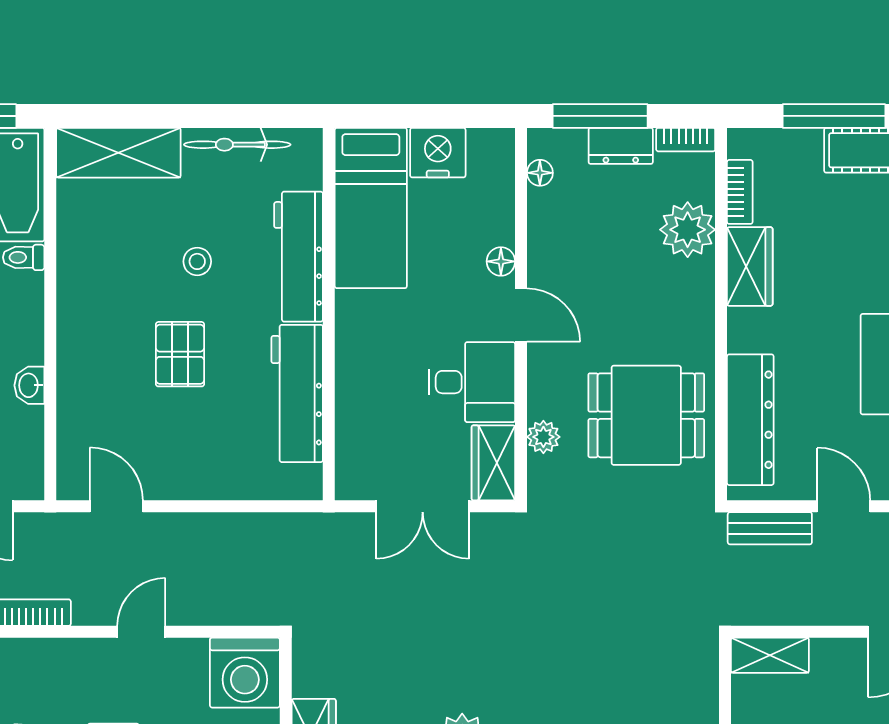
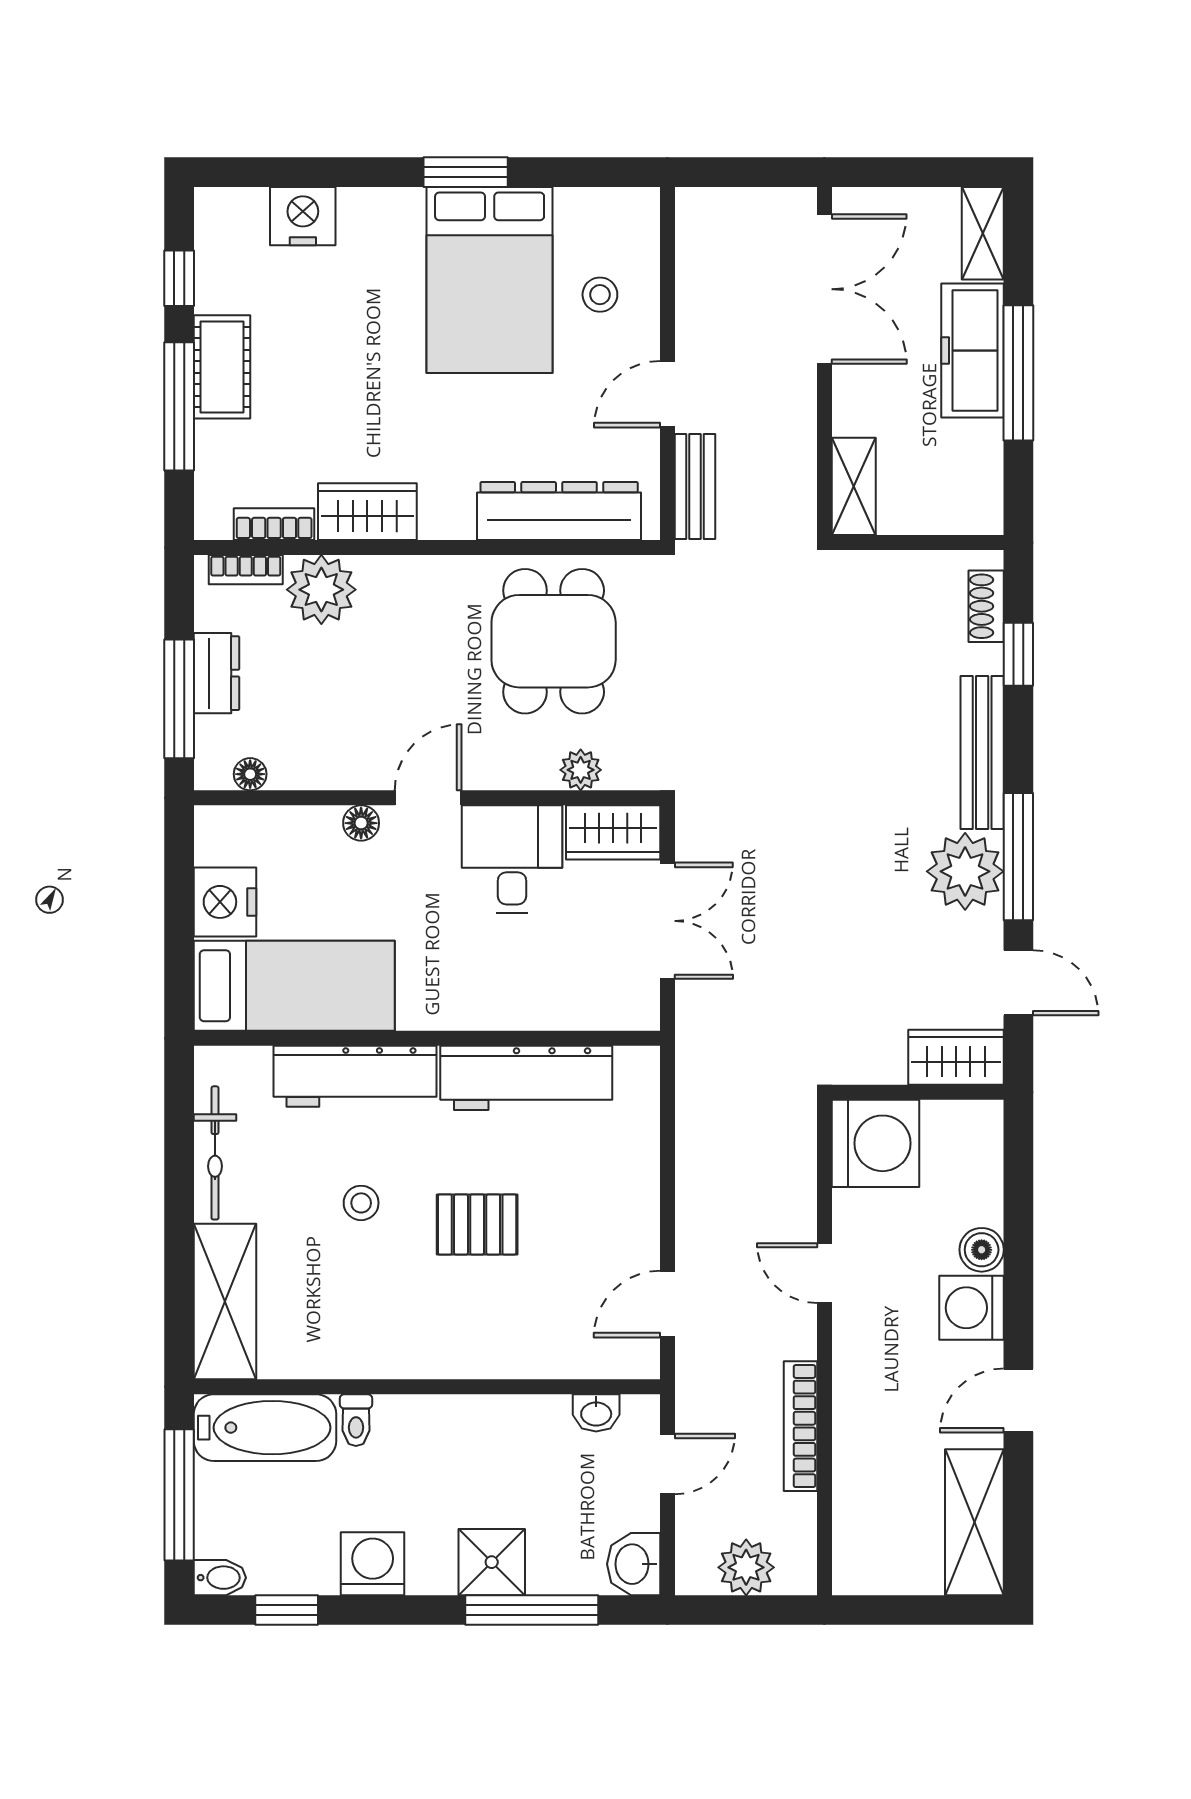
bookcase: (686, 140) -> (246, 570), moved, turned 90
washbasin: (29, 385) -> (596, 1413), moved

